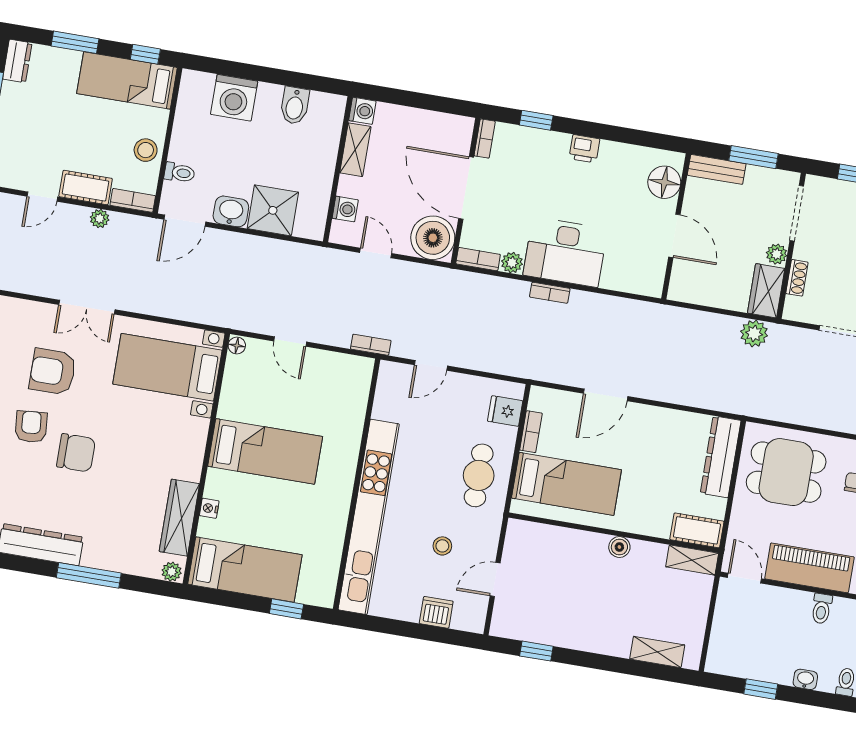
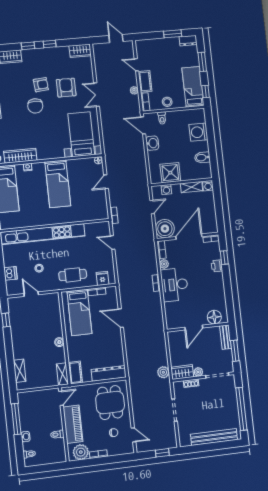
printer: (584, 149) -> (217, 266), moved
shower: (273, 210) -> (170, 173), moved
window: (761, 689) -> (16, 419), width x2.17

